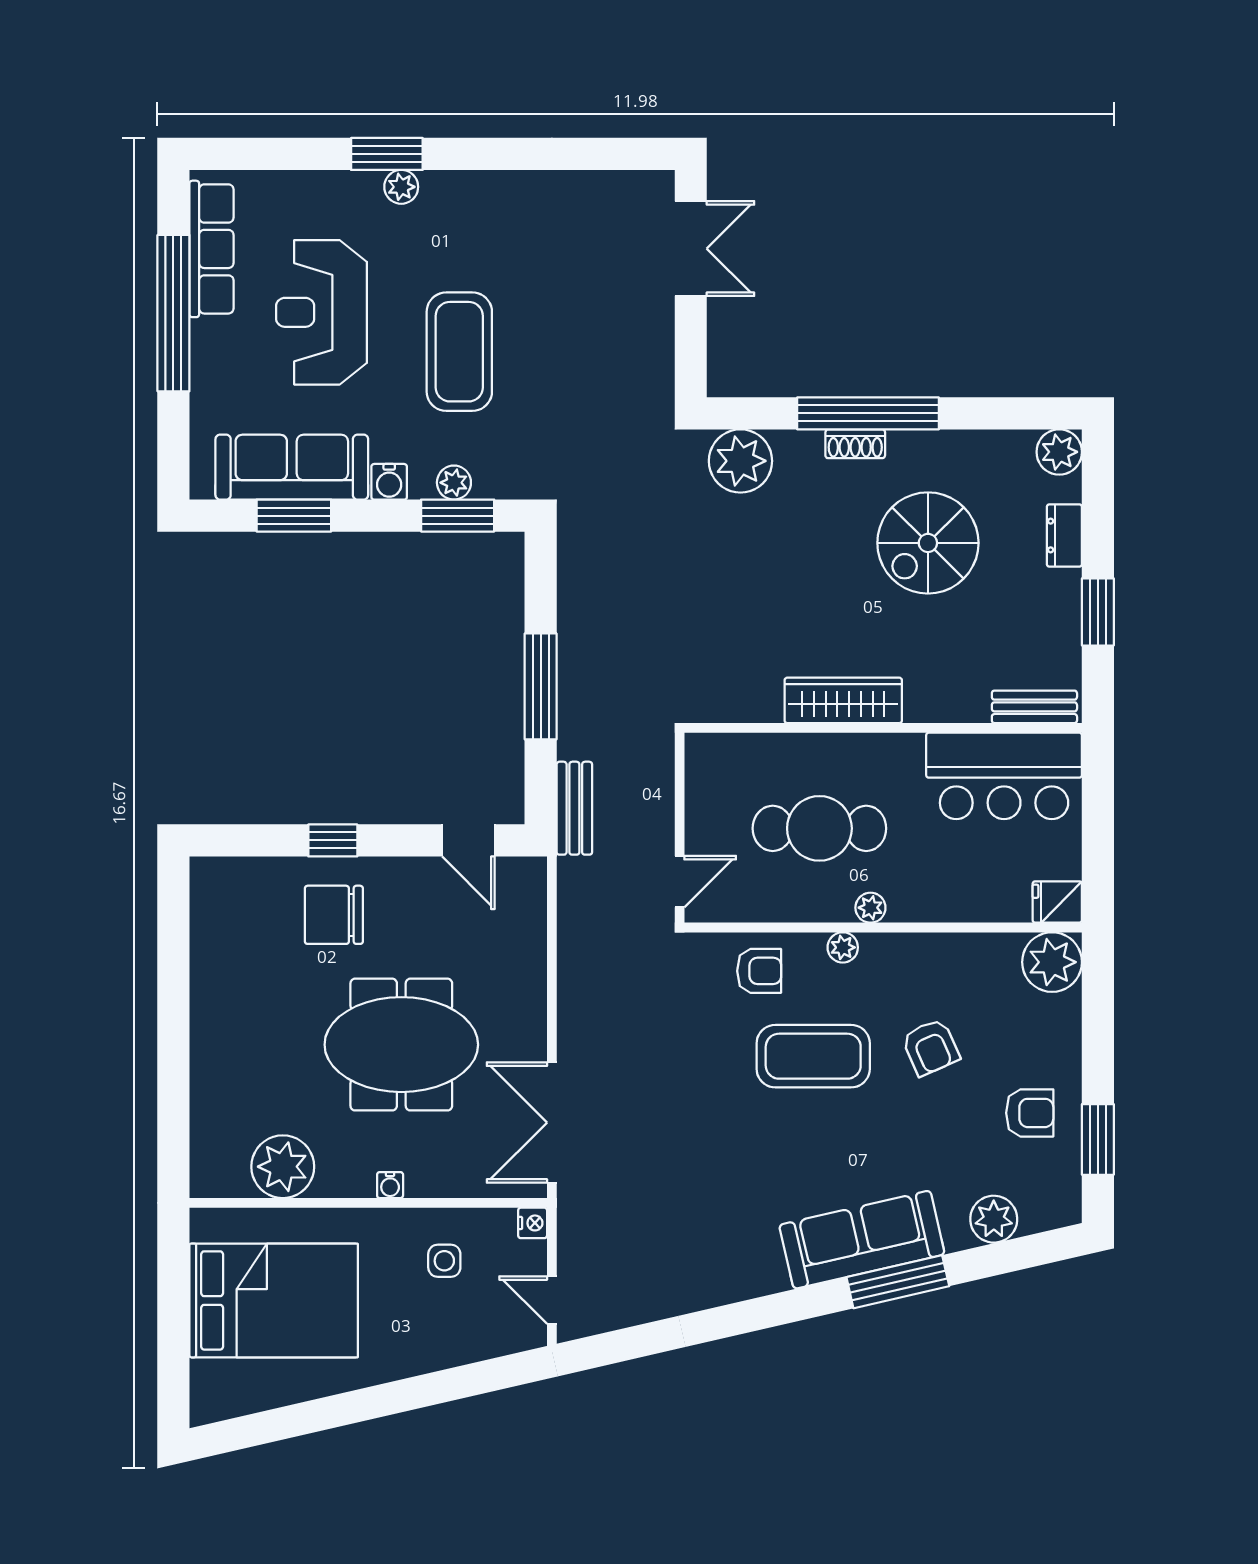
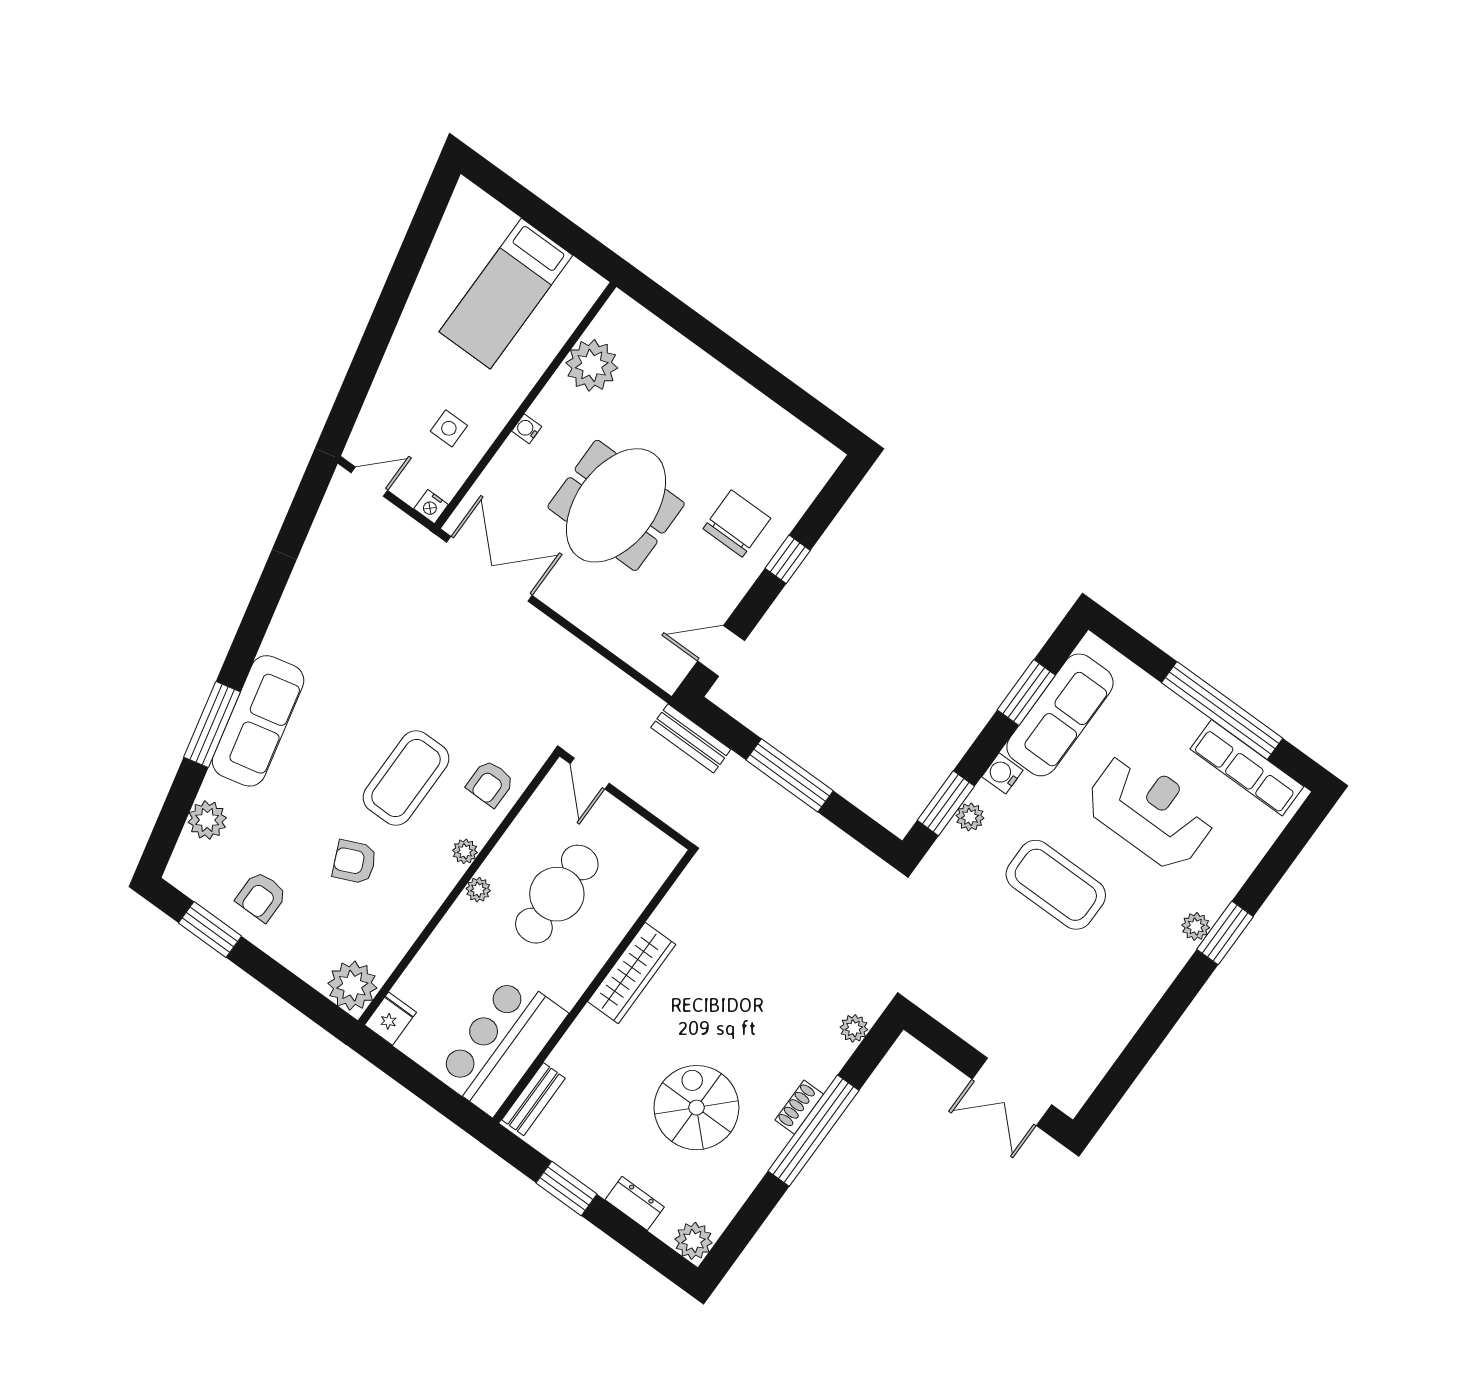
plant: (740, 461) -> (854, 1028), width x0.53, depth x0.53
bed: (274, 1300) -> (506, 293), width x0.67

